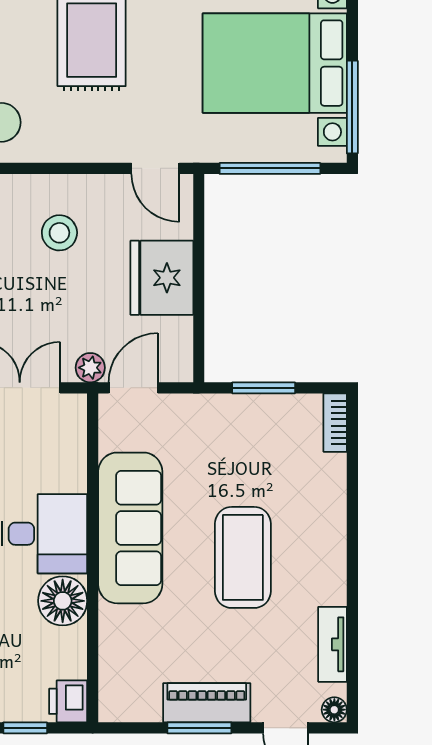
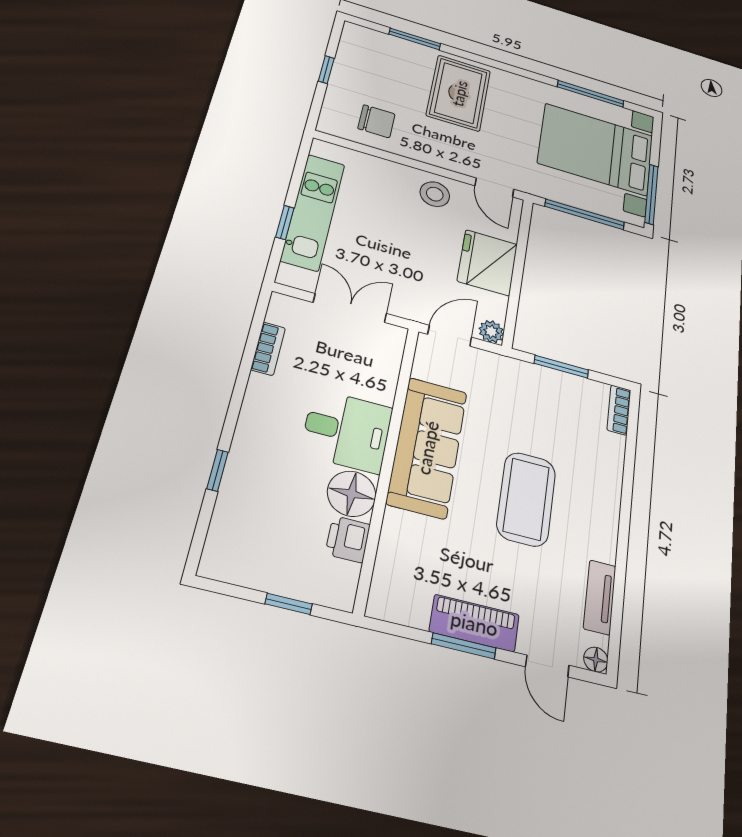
stool: (59, 233) -> (435, 194), moved
plant: (90, 368) -> (491, 332), moved
printer: (68, 701) -> (348, 539), moved

